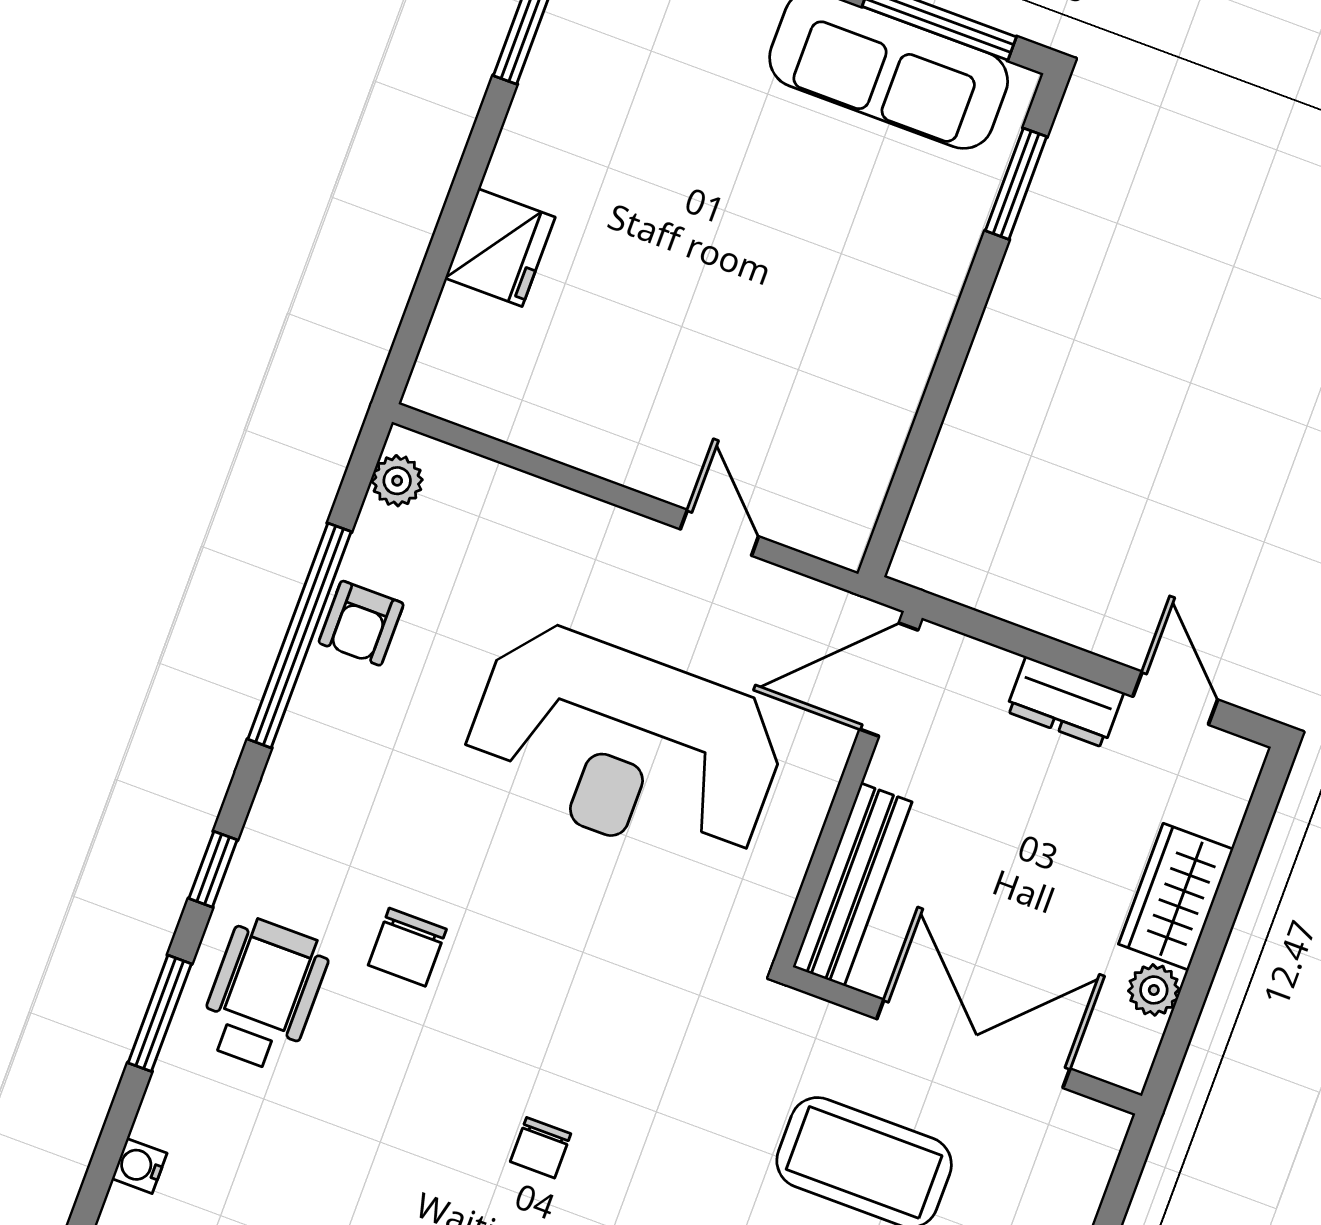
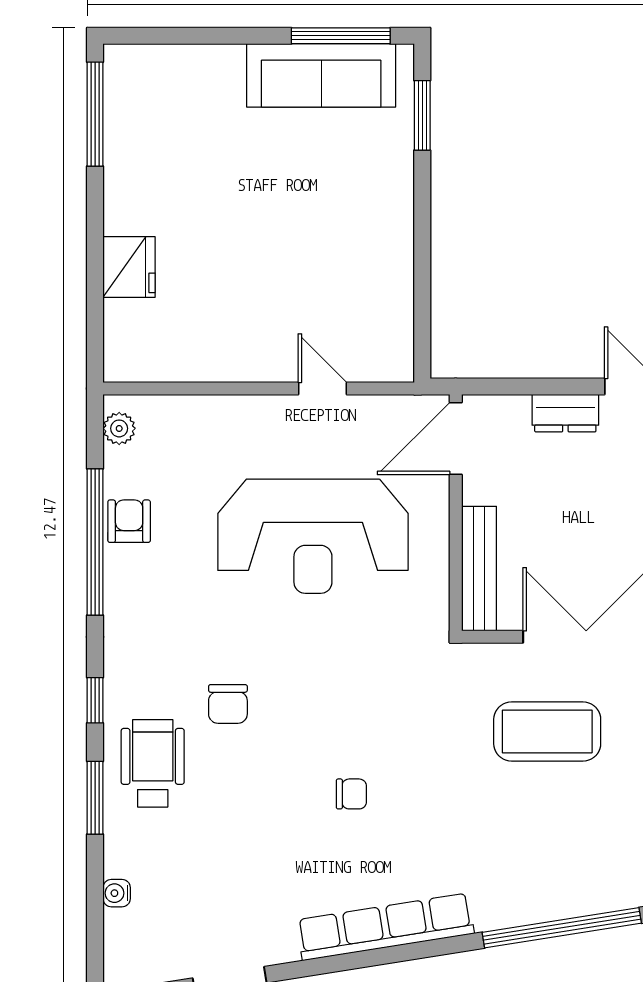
armchair: (361, 623) -> (129, 521), turned 180
chair: (541, 1148) -> (351, 794), turned -90

